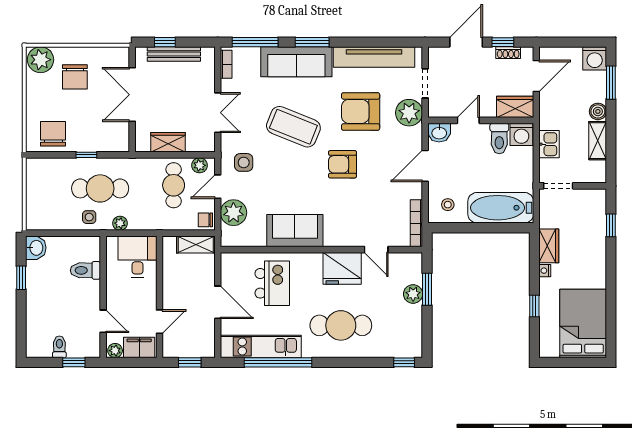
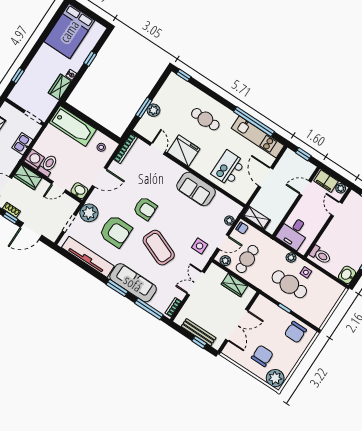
plant: (233, 213) -> (229, 221), width x0.53, depth x0.53
toilet: (85, 270) -> (320, 255), moved
cafe table: (341, 325) -> (205, 119), width x0.73, depth x0.74

